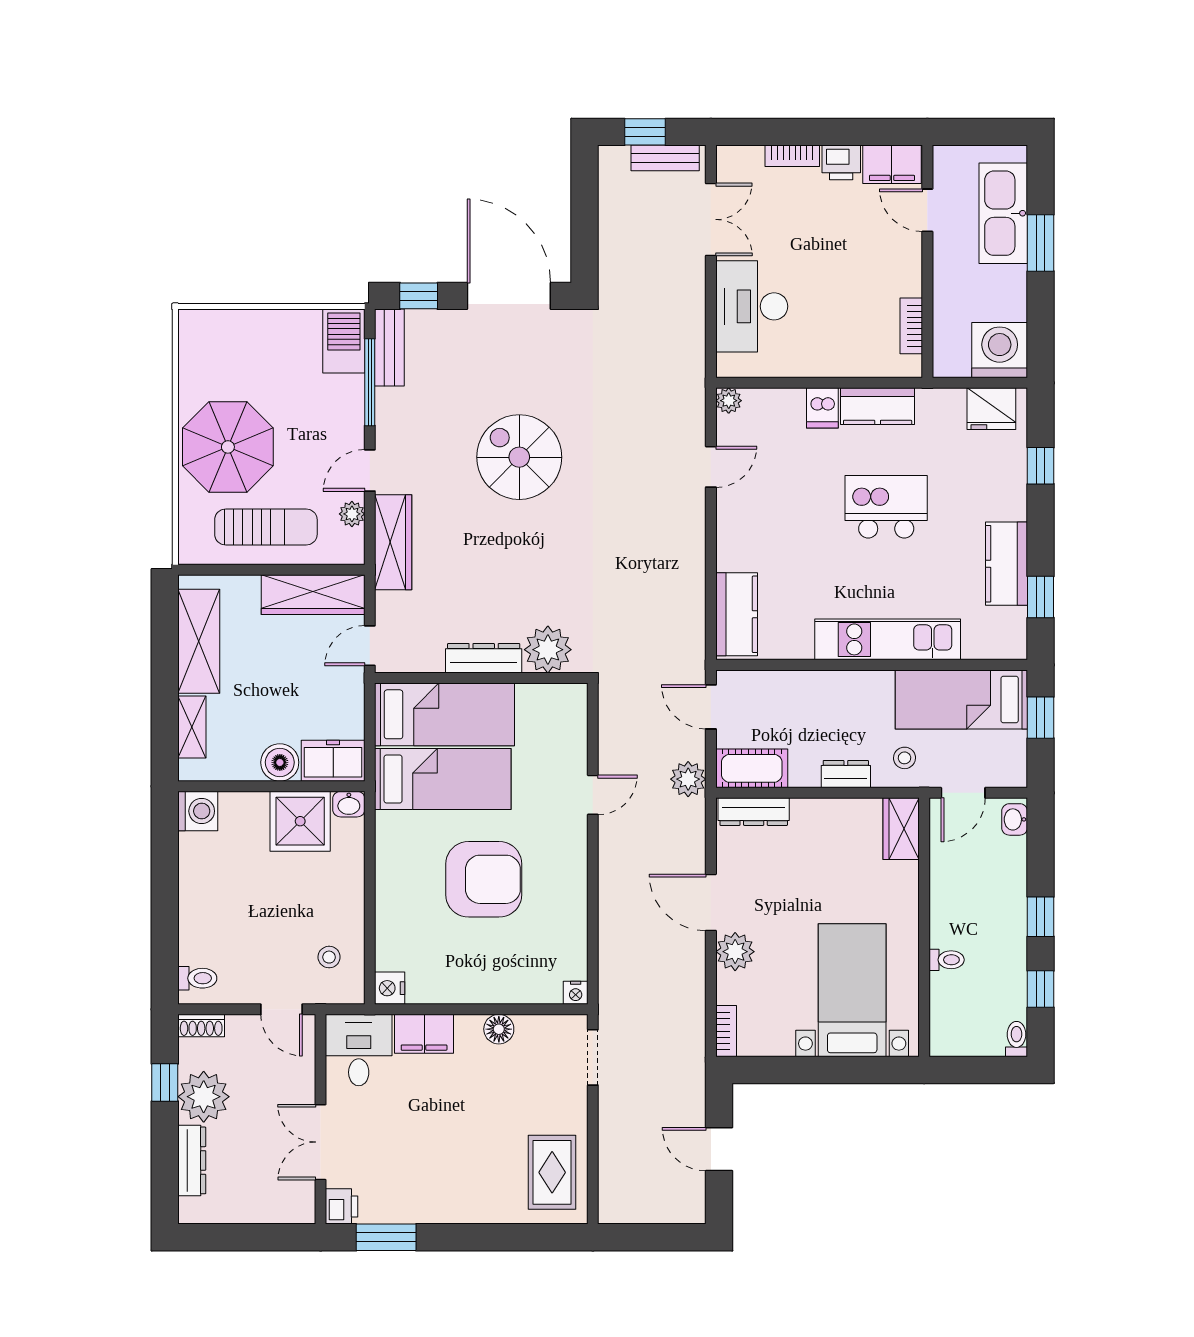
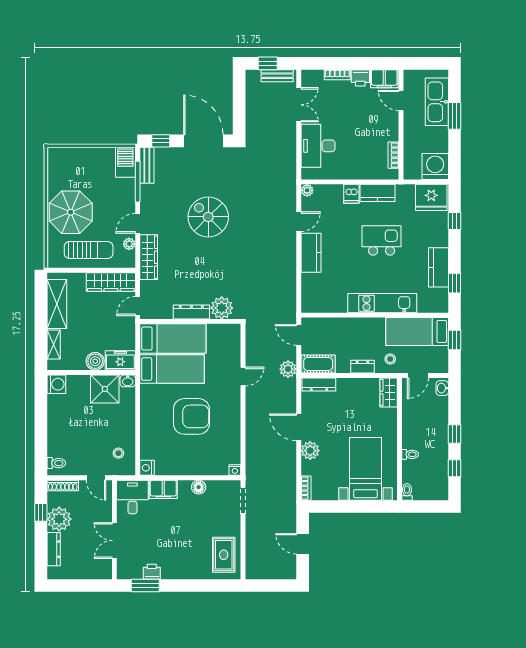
fridge: (991, 409) -> (431, 197), width x1.36, depth x1.34
kitchen counter: (737, 614) -> (311, 253), moved
shoe rack: (201, 1026) -> (63, 485), width x1.43
toilet: (1016, 1039) -> (407, 492), moved
printer: (342, 1206) -> (152, 572), moved, turned -90

